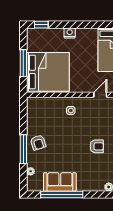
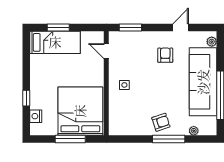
window: (41, 25) -> (26, 98), moved
nightstand: (70, 33) -> (36, 116), moved
sofa: (60, 182) -> (203, 82), width x1.85, depth x1.27

